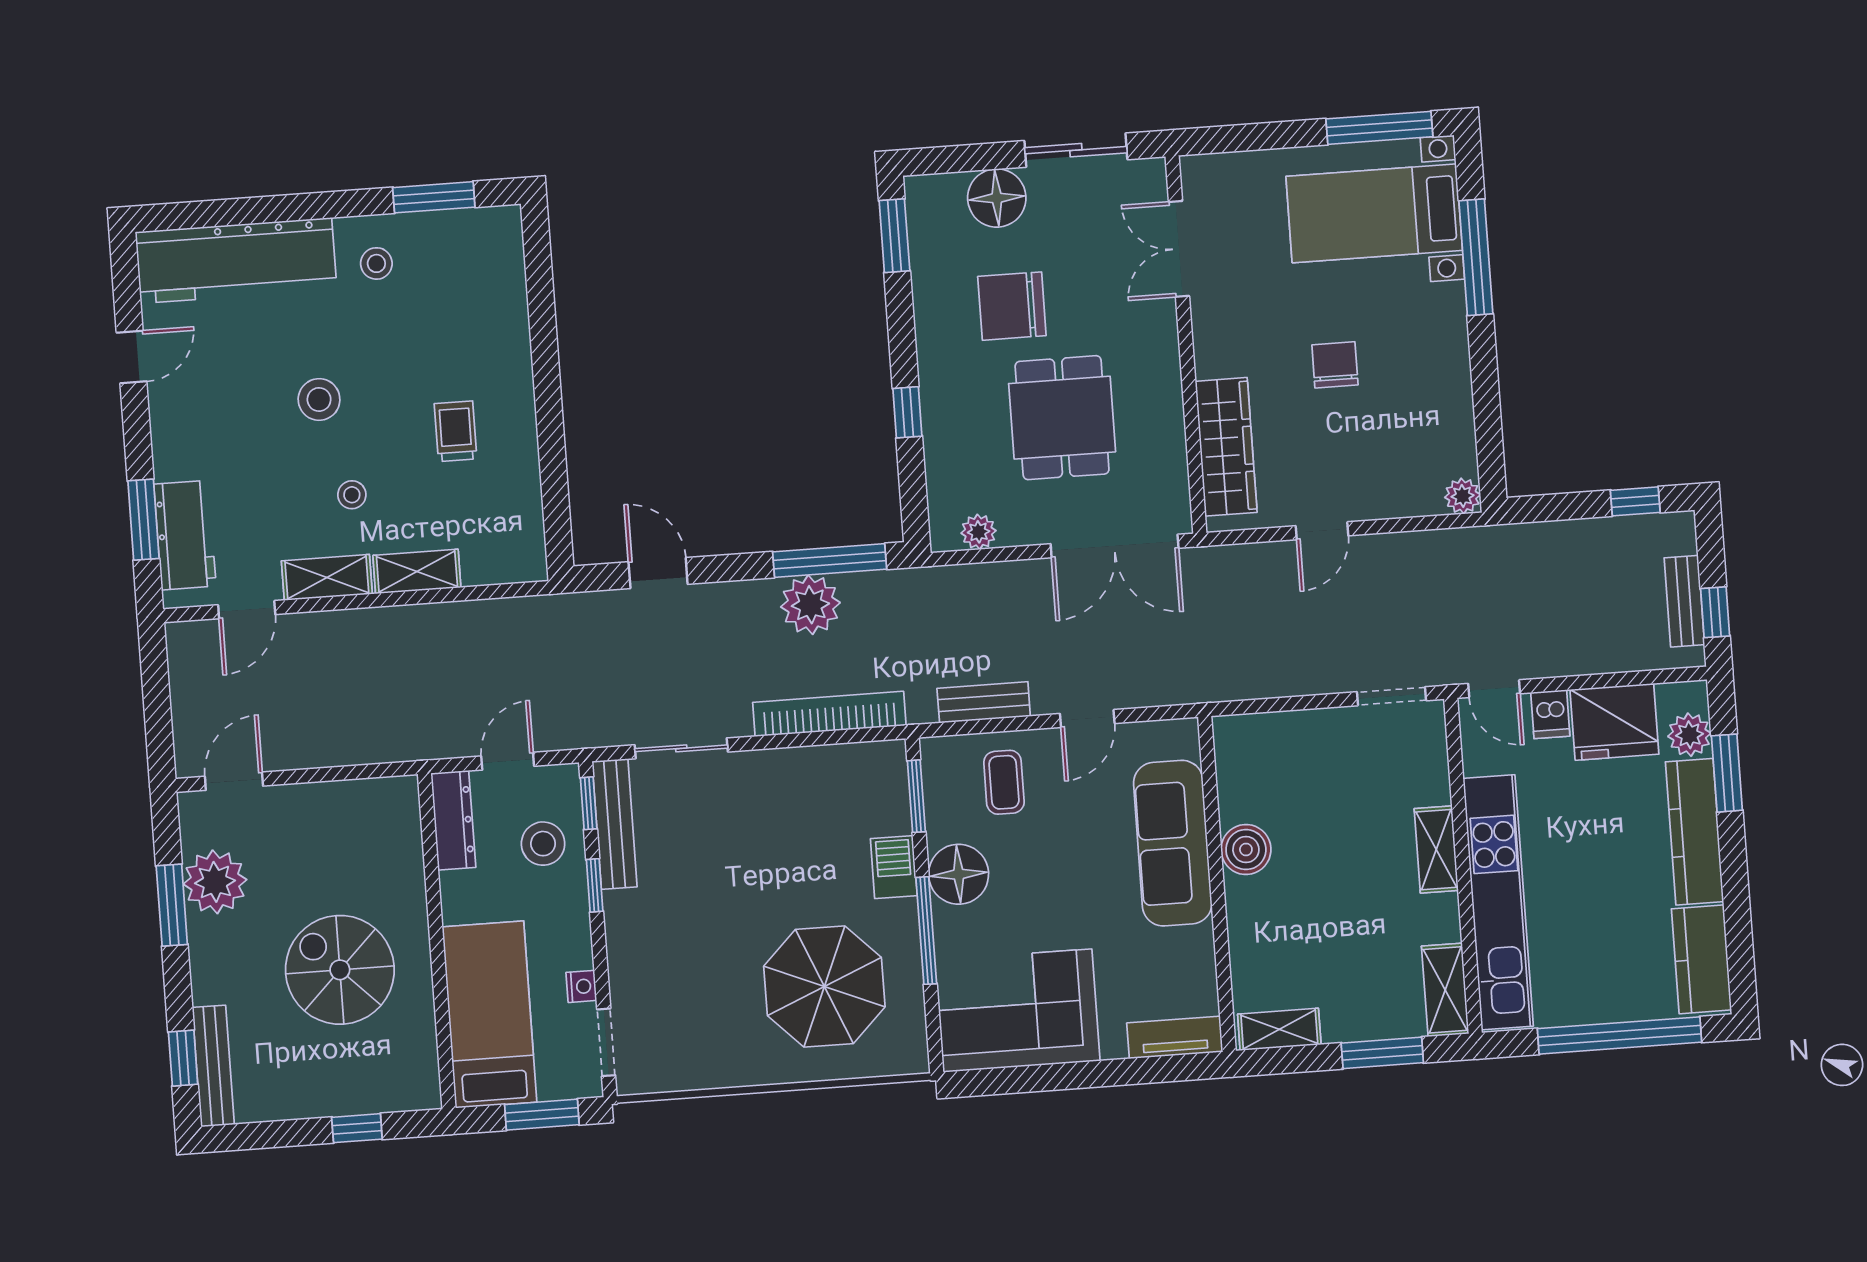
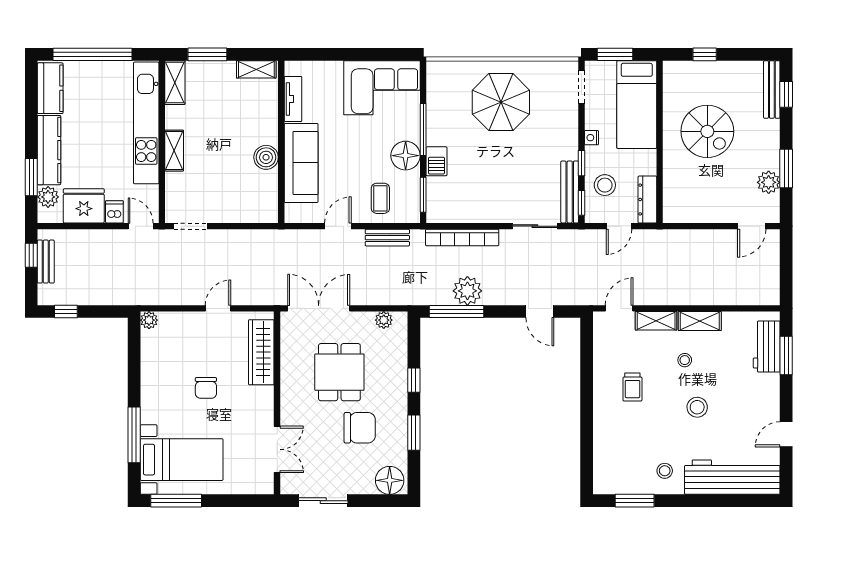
floor lamp: (997, 198) -> (390, 480), moved
window: (894, 236) -> (414, 433), moved
door: (247, 610) -> (619, 308), moved
plant: (215, 882) -> (769, 182), width x0.73, depth x0.73
nightstand: (581, 986) -> (591, 138), moved
parasol: (824, 986) -> (501, 102), moved
tv unit: (1175, 1037) -> (293, 99), moved, turned -90

